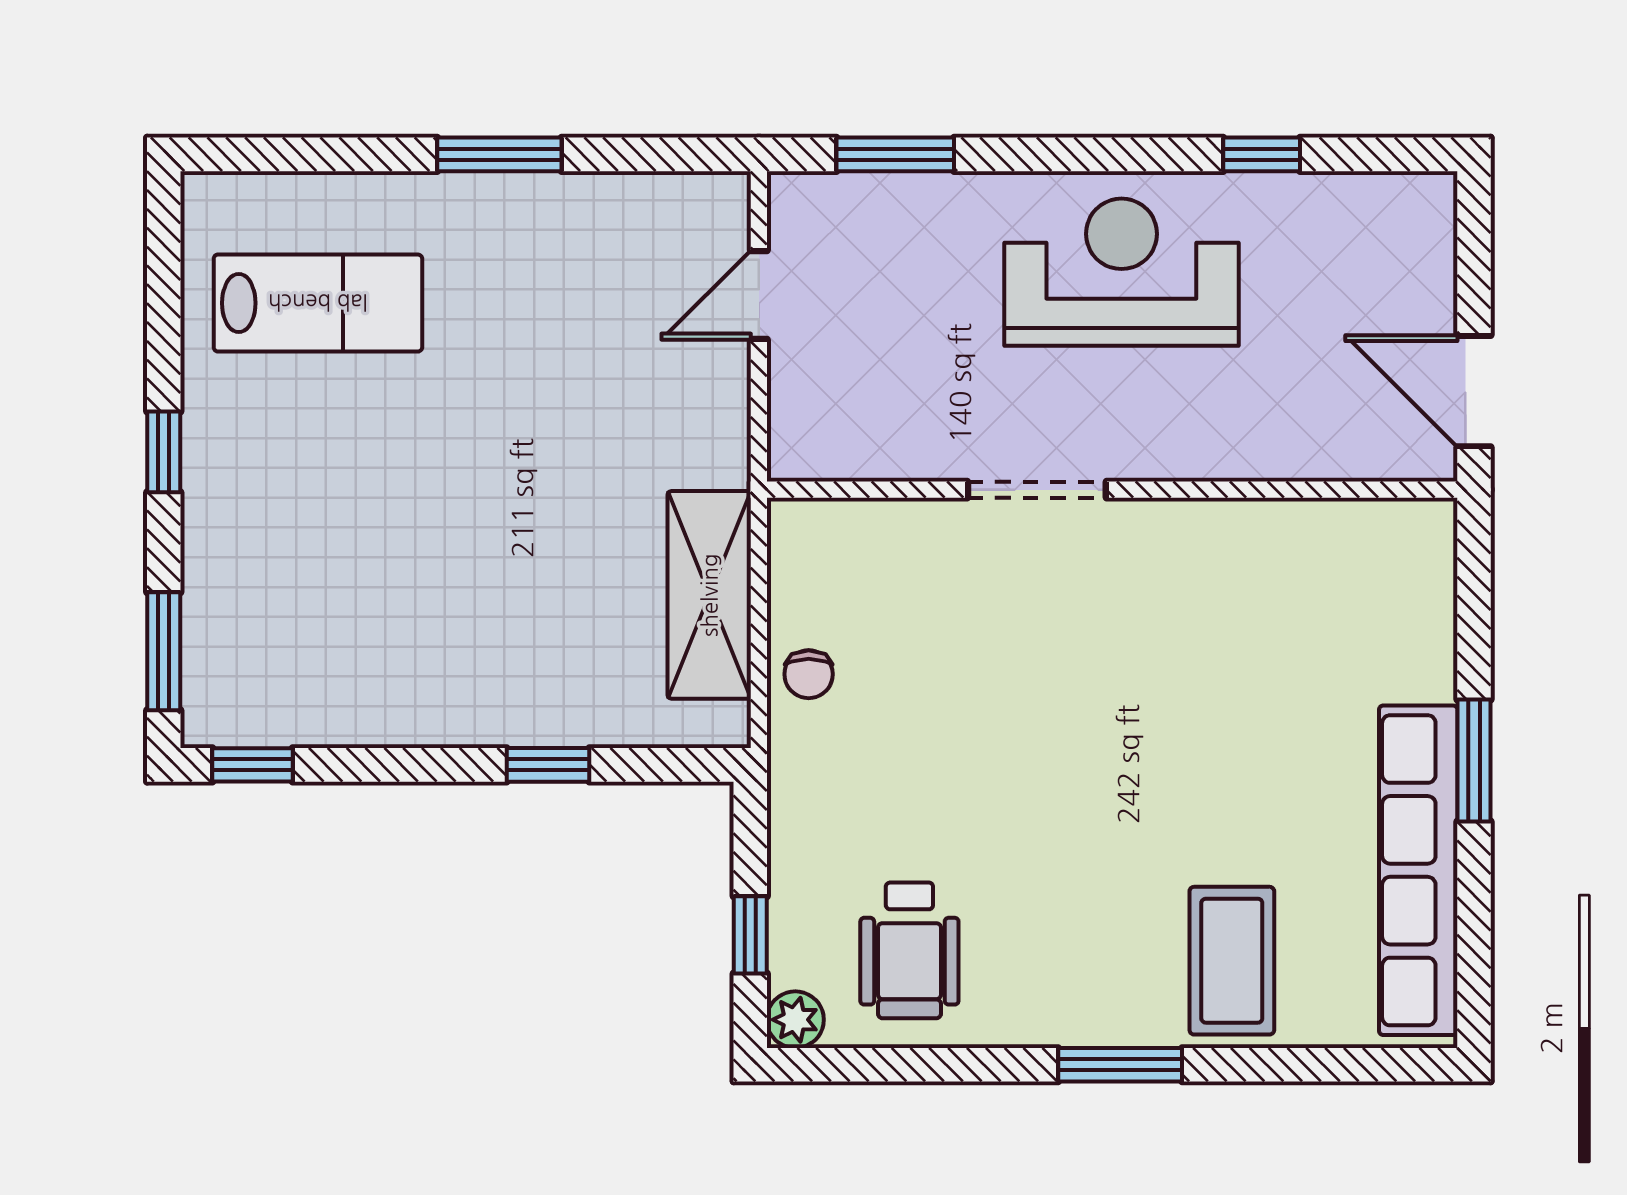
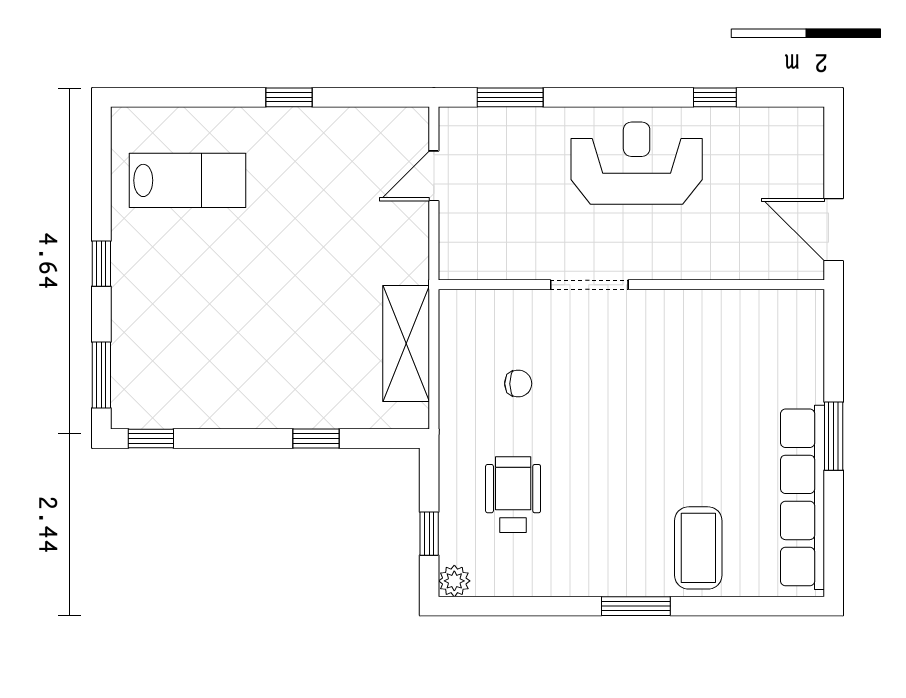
window: (499, 154) -> (289, 97), width x0.67
chair: (809, 674) -> (518, 384), moved, turned -90
wheelchair: (909, 950) -> (513, 495), moved, turned 180

